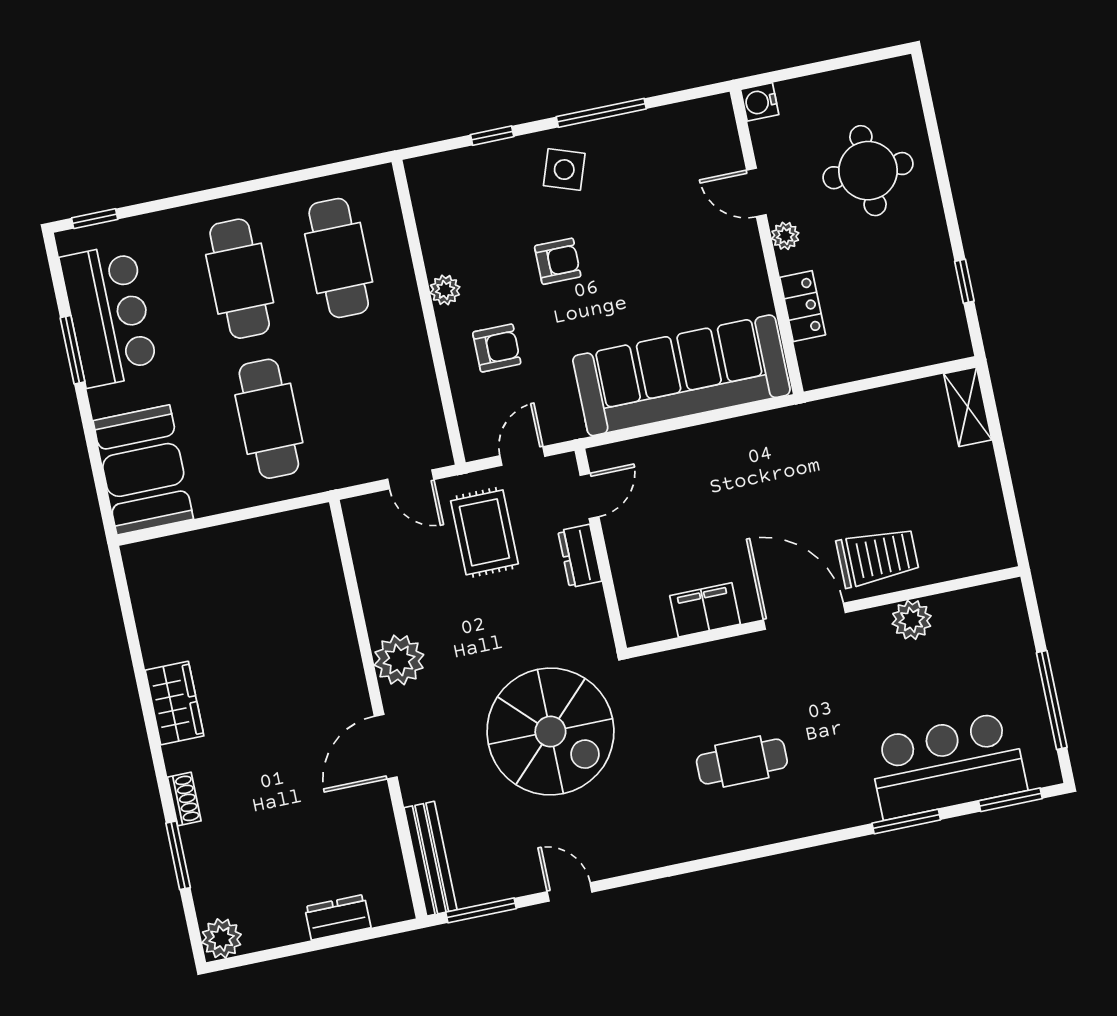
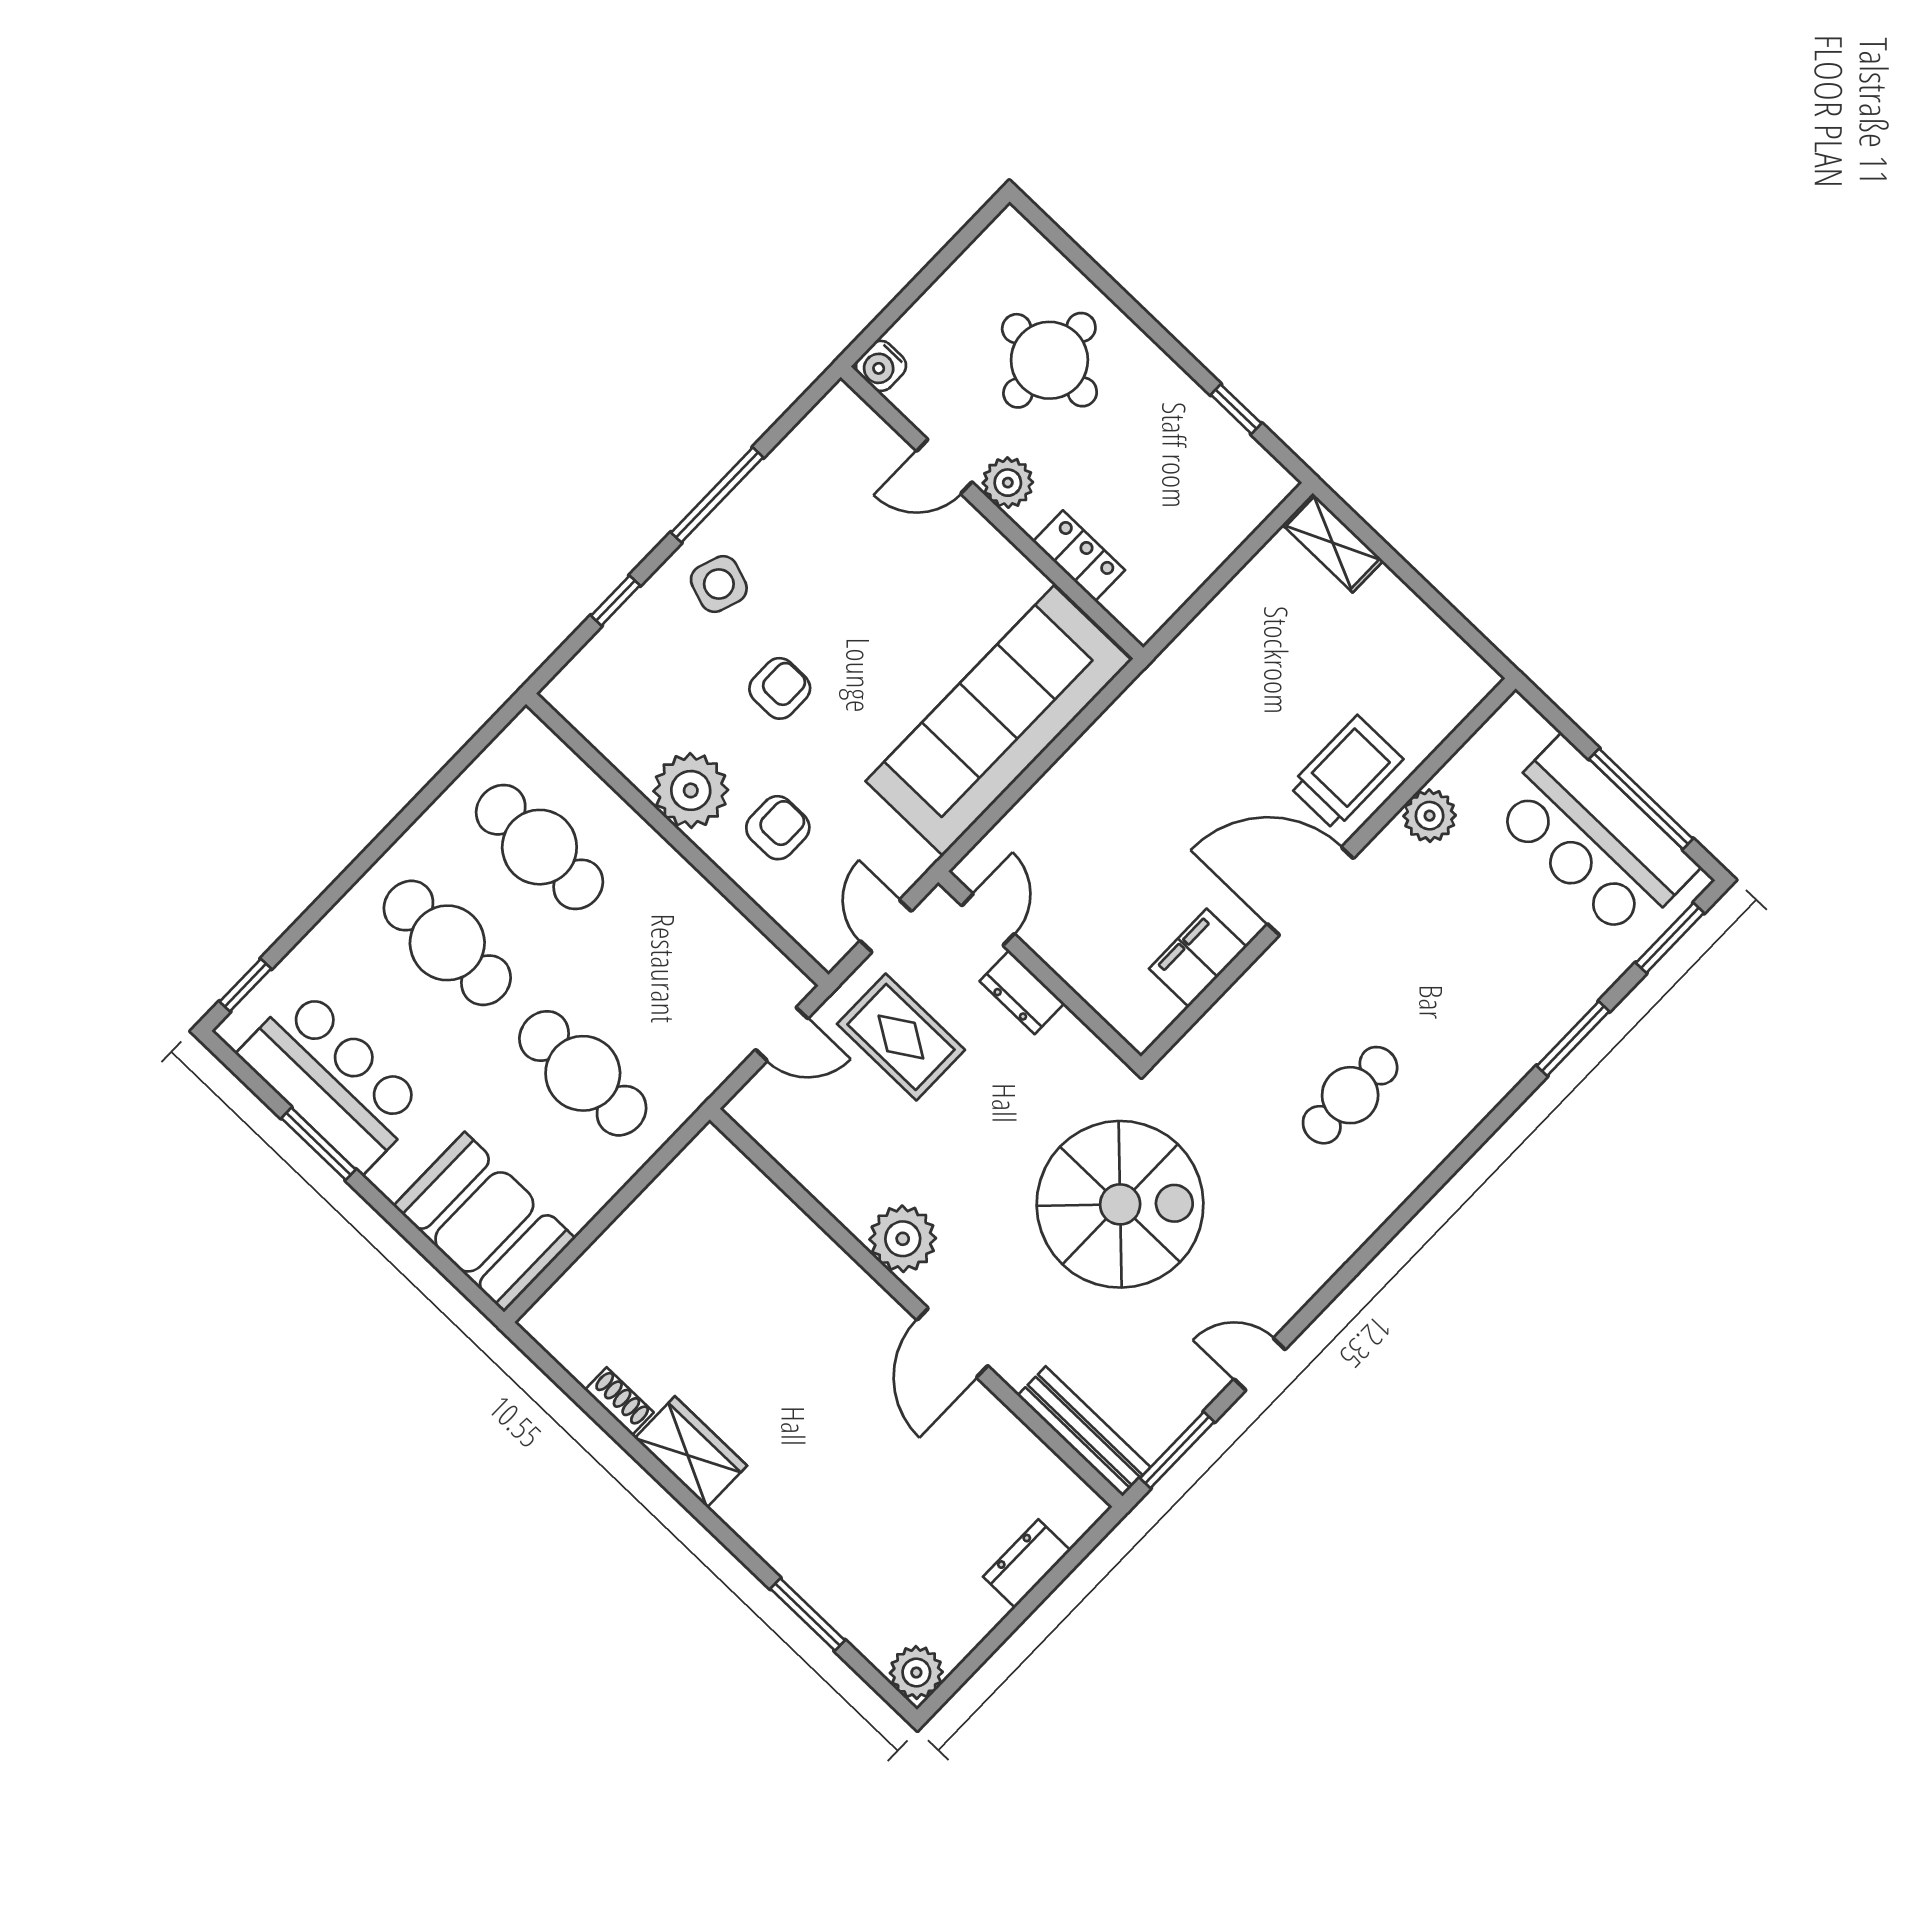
plant: (785, 236) -> (1008, 483), width x1.38, depth x1.38
plant: (445, 290) -> (691, 790), width x1.87, depth x1.87
bar counter: (947, 765) -> (1594, 839), moved, turned -90
shoe rack: (184, 799) -> (619, 1401), moved

